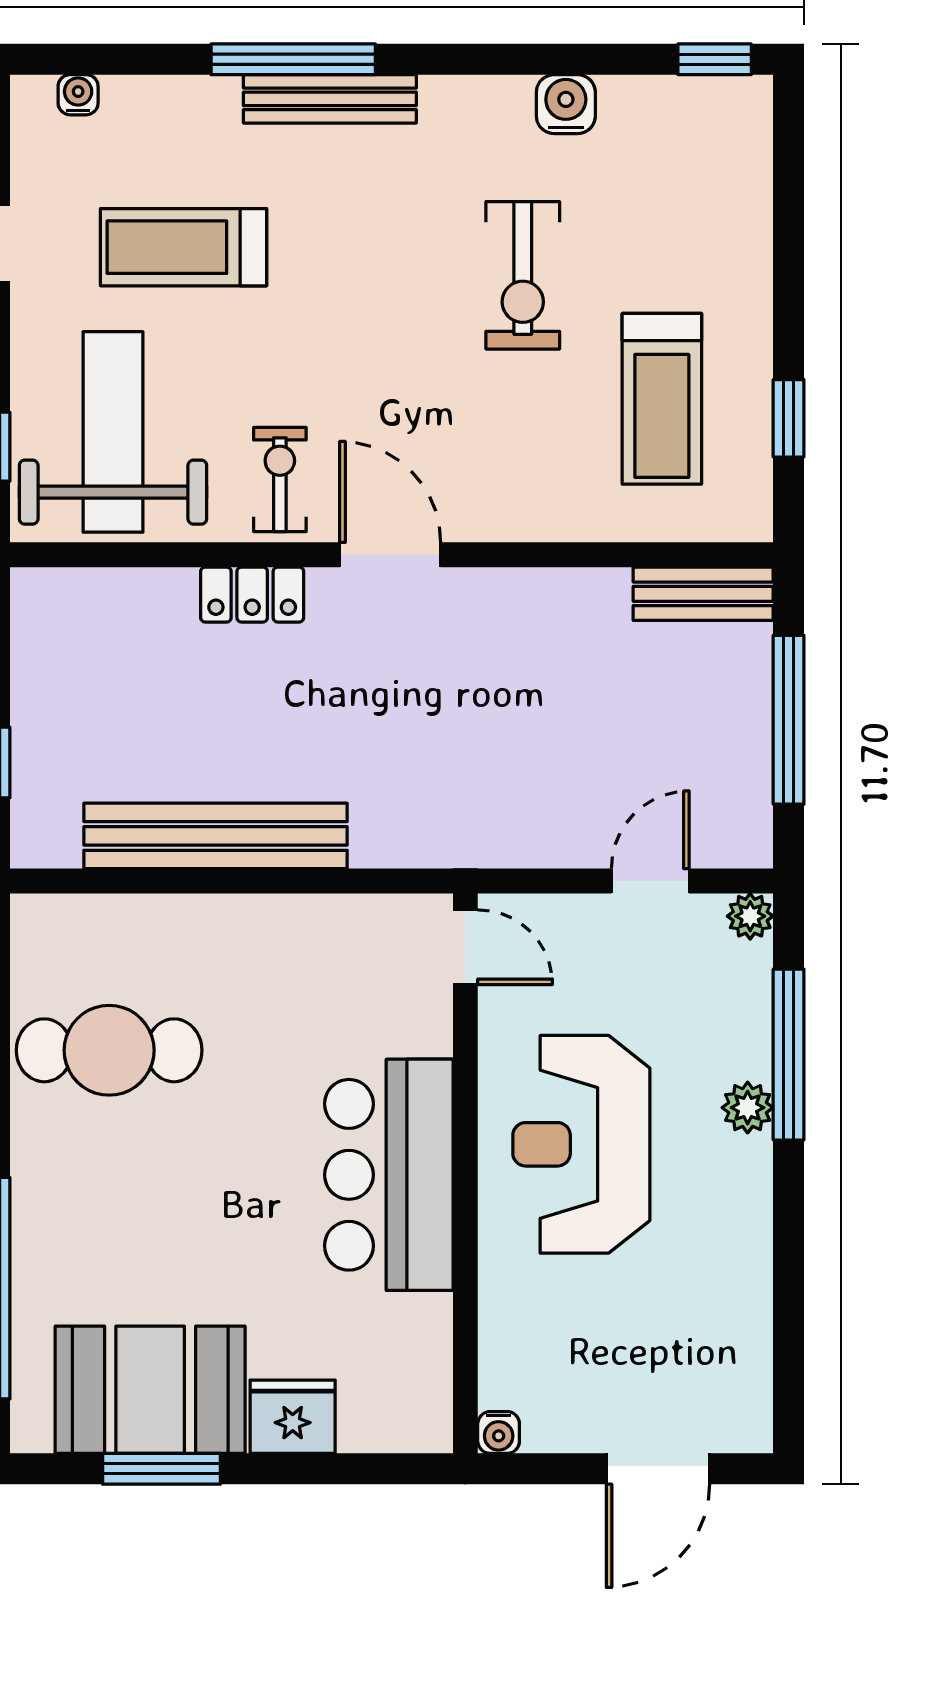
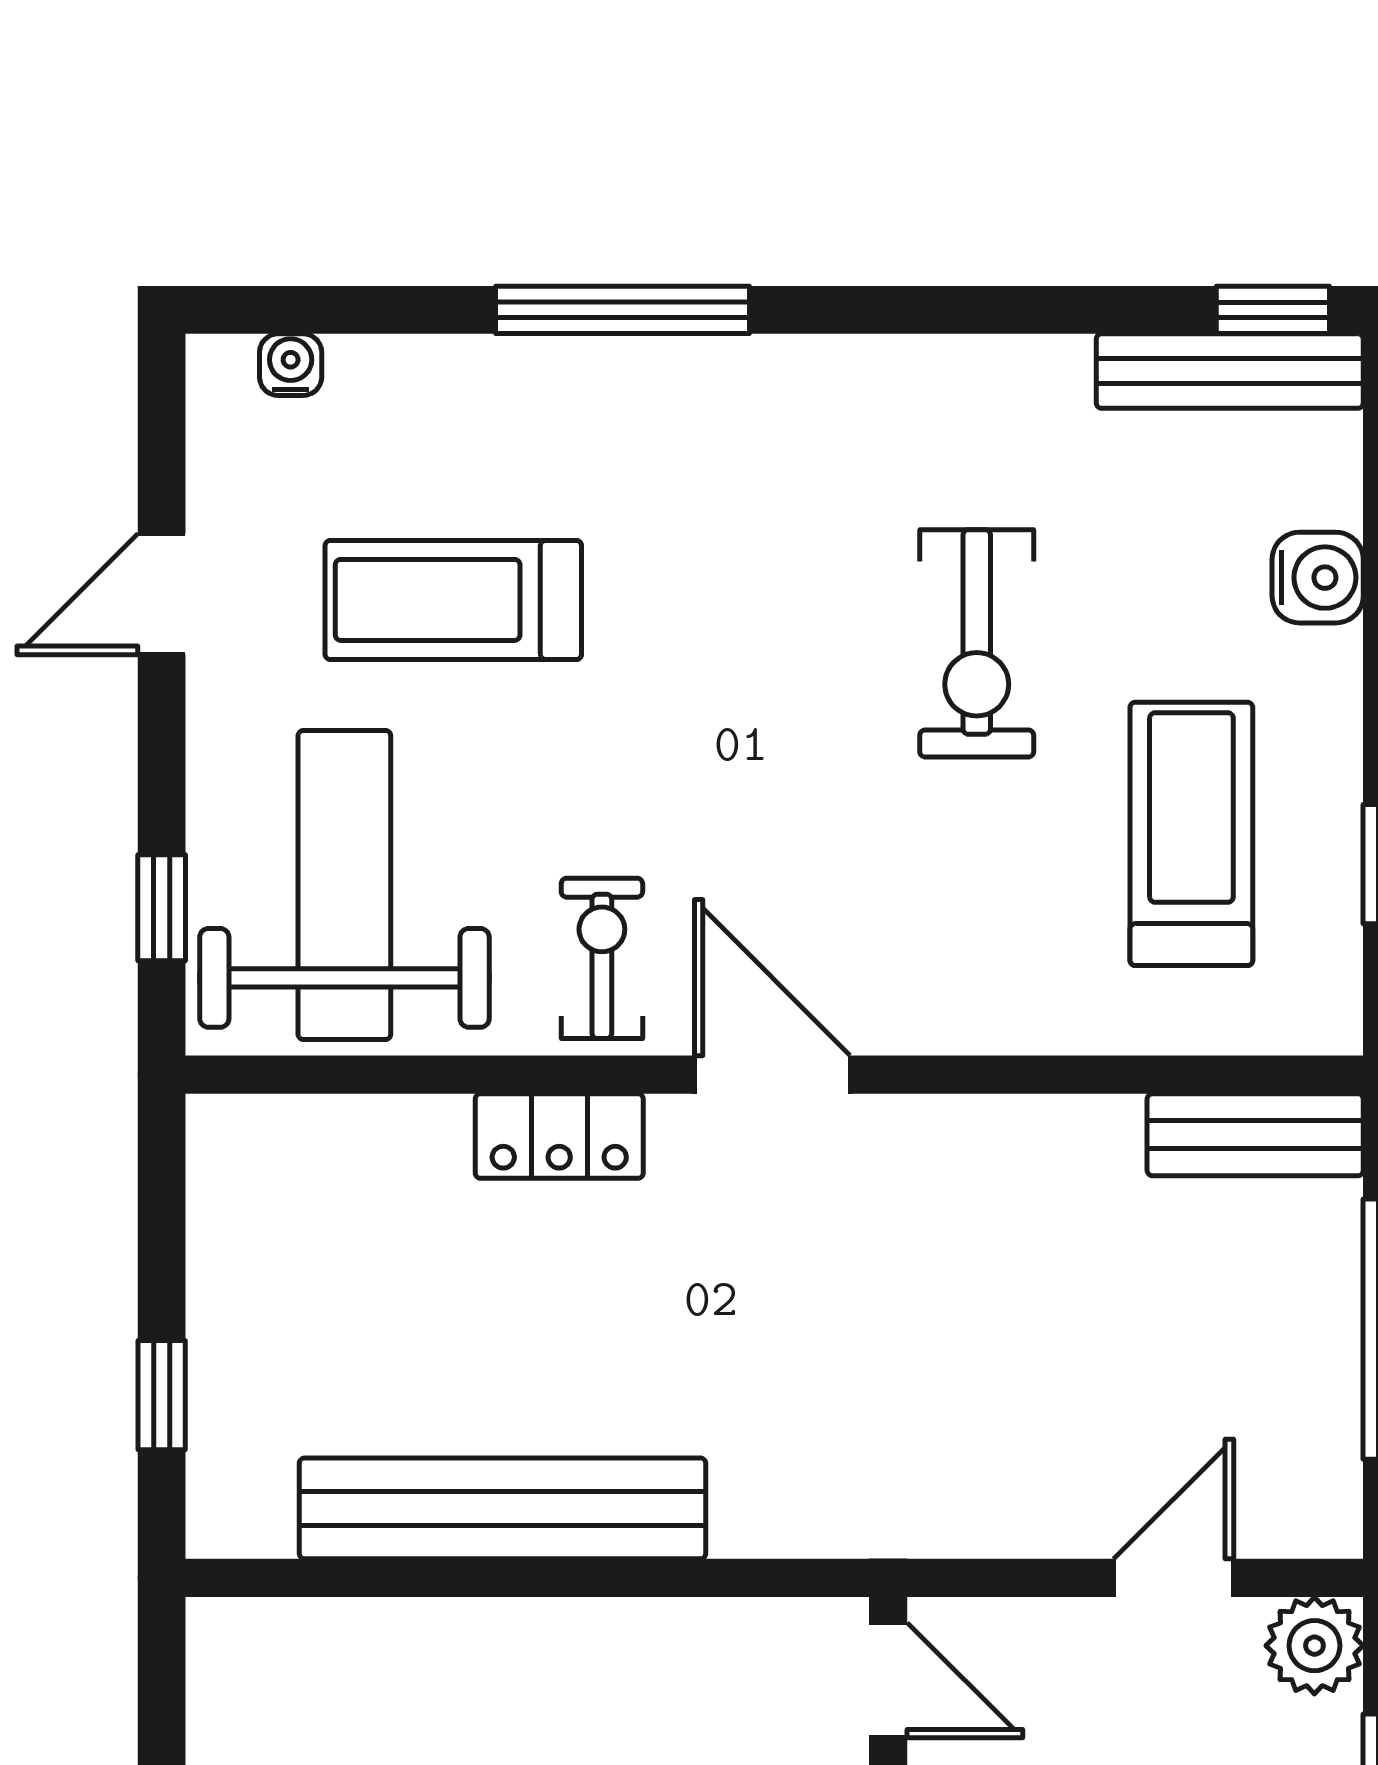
bench: (330, 99) -> (1230, 371), moved
water cooler: (566, 104) -> (1318, 578), moved, turned 90
treadmill: (662, 399) -> (1191, 834), turned 180
plant: (750, 916) -> (1314, 1646), width x1.38, depth x1.38

